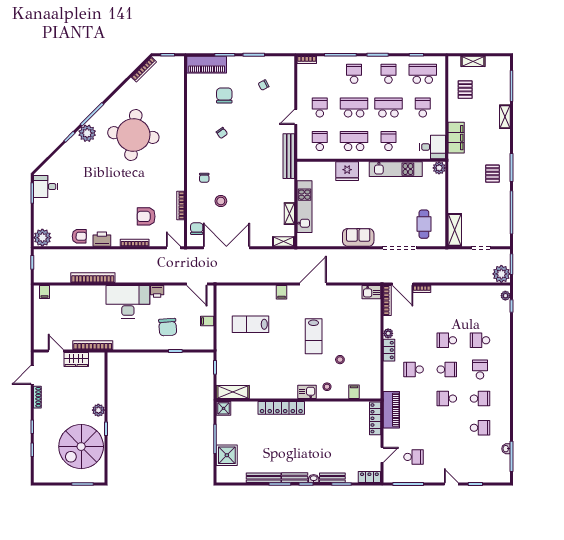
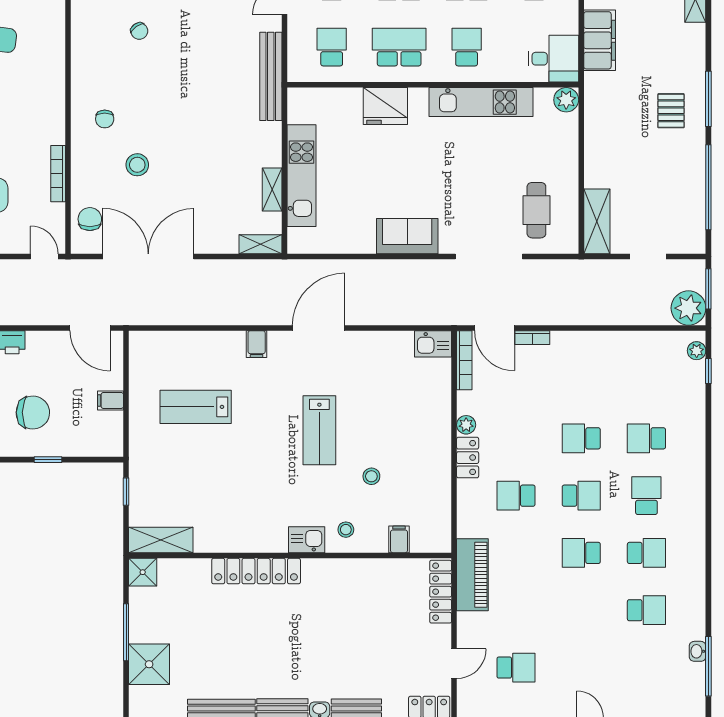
chair: (168, 327) -> (33, 413), turned -85

